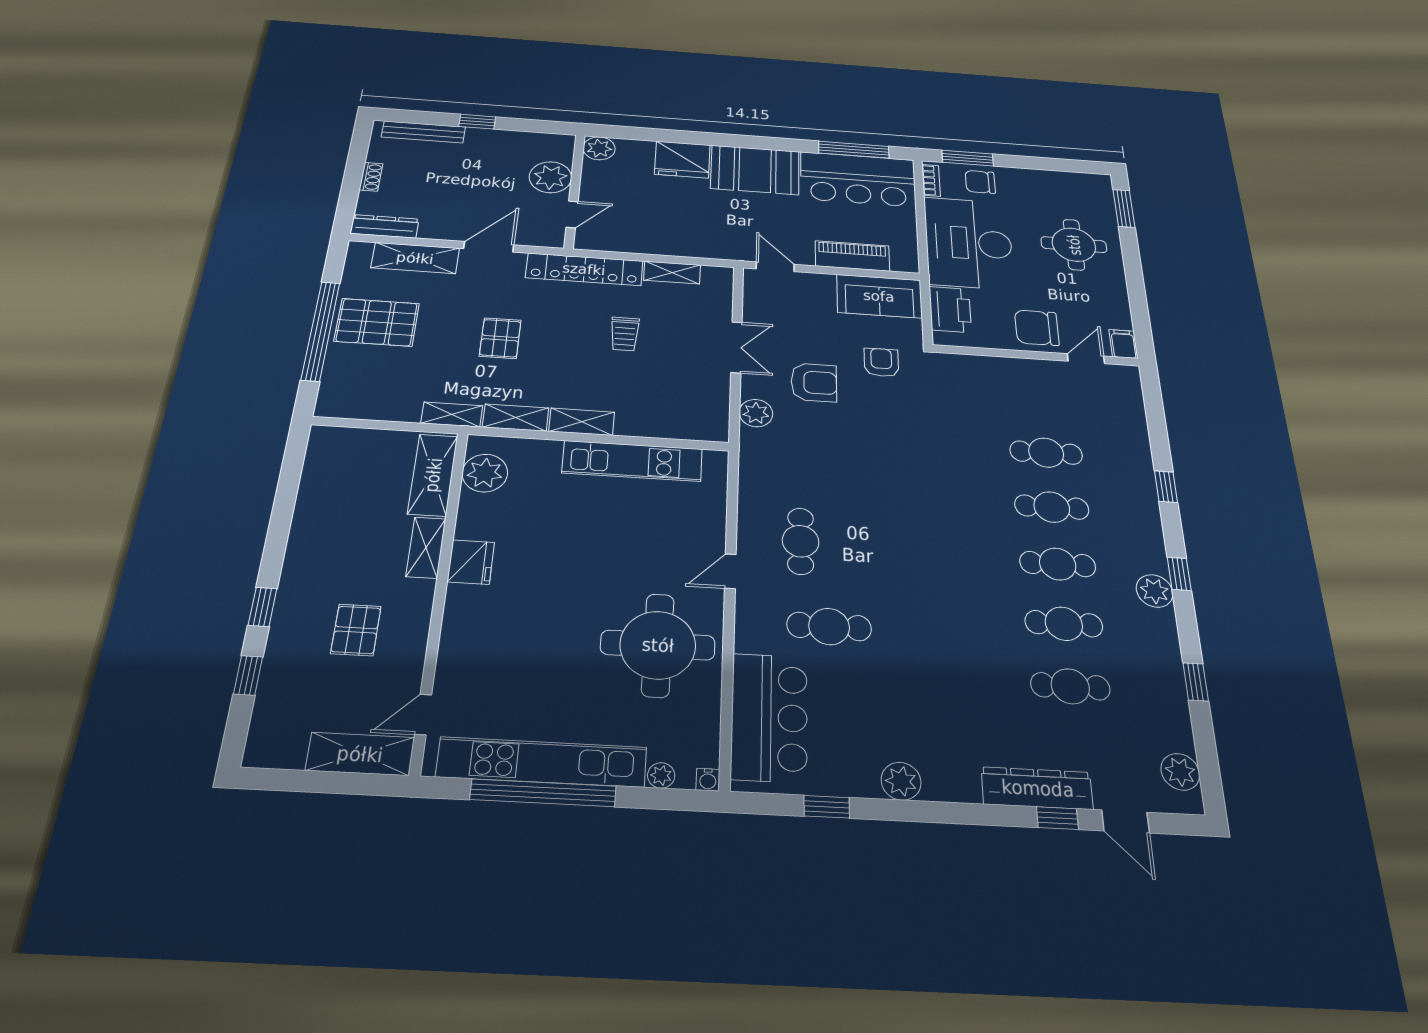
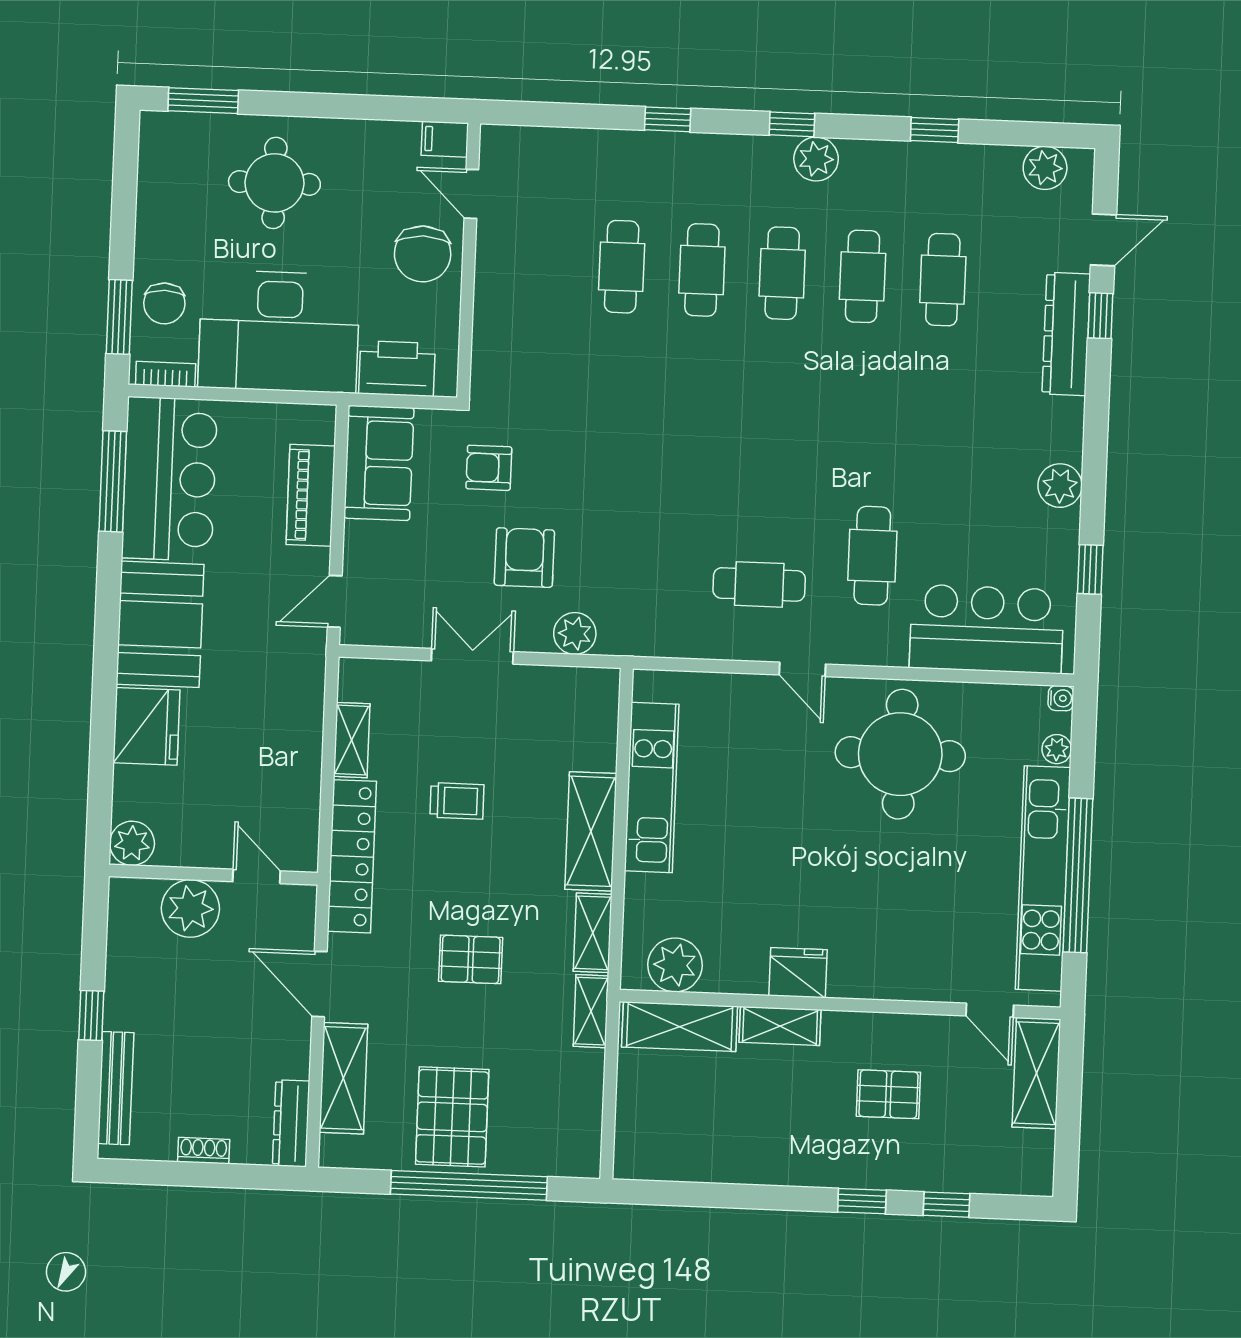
shelving: (582, 422) -> (591, 831), width x1.50, depth x1.33

